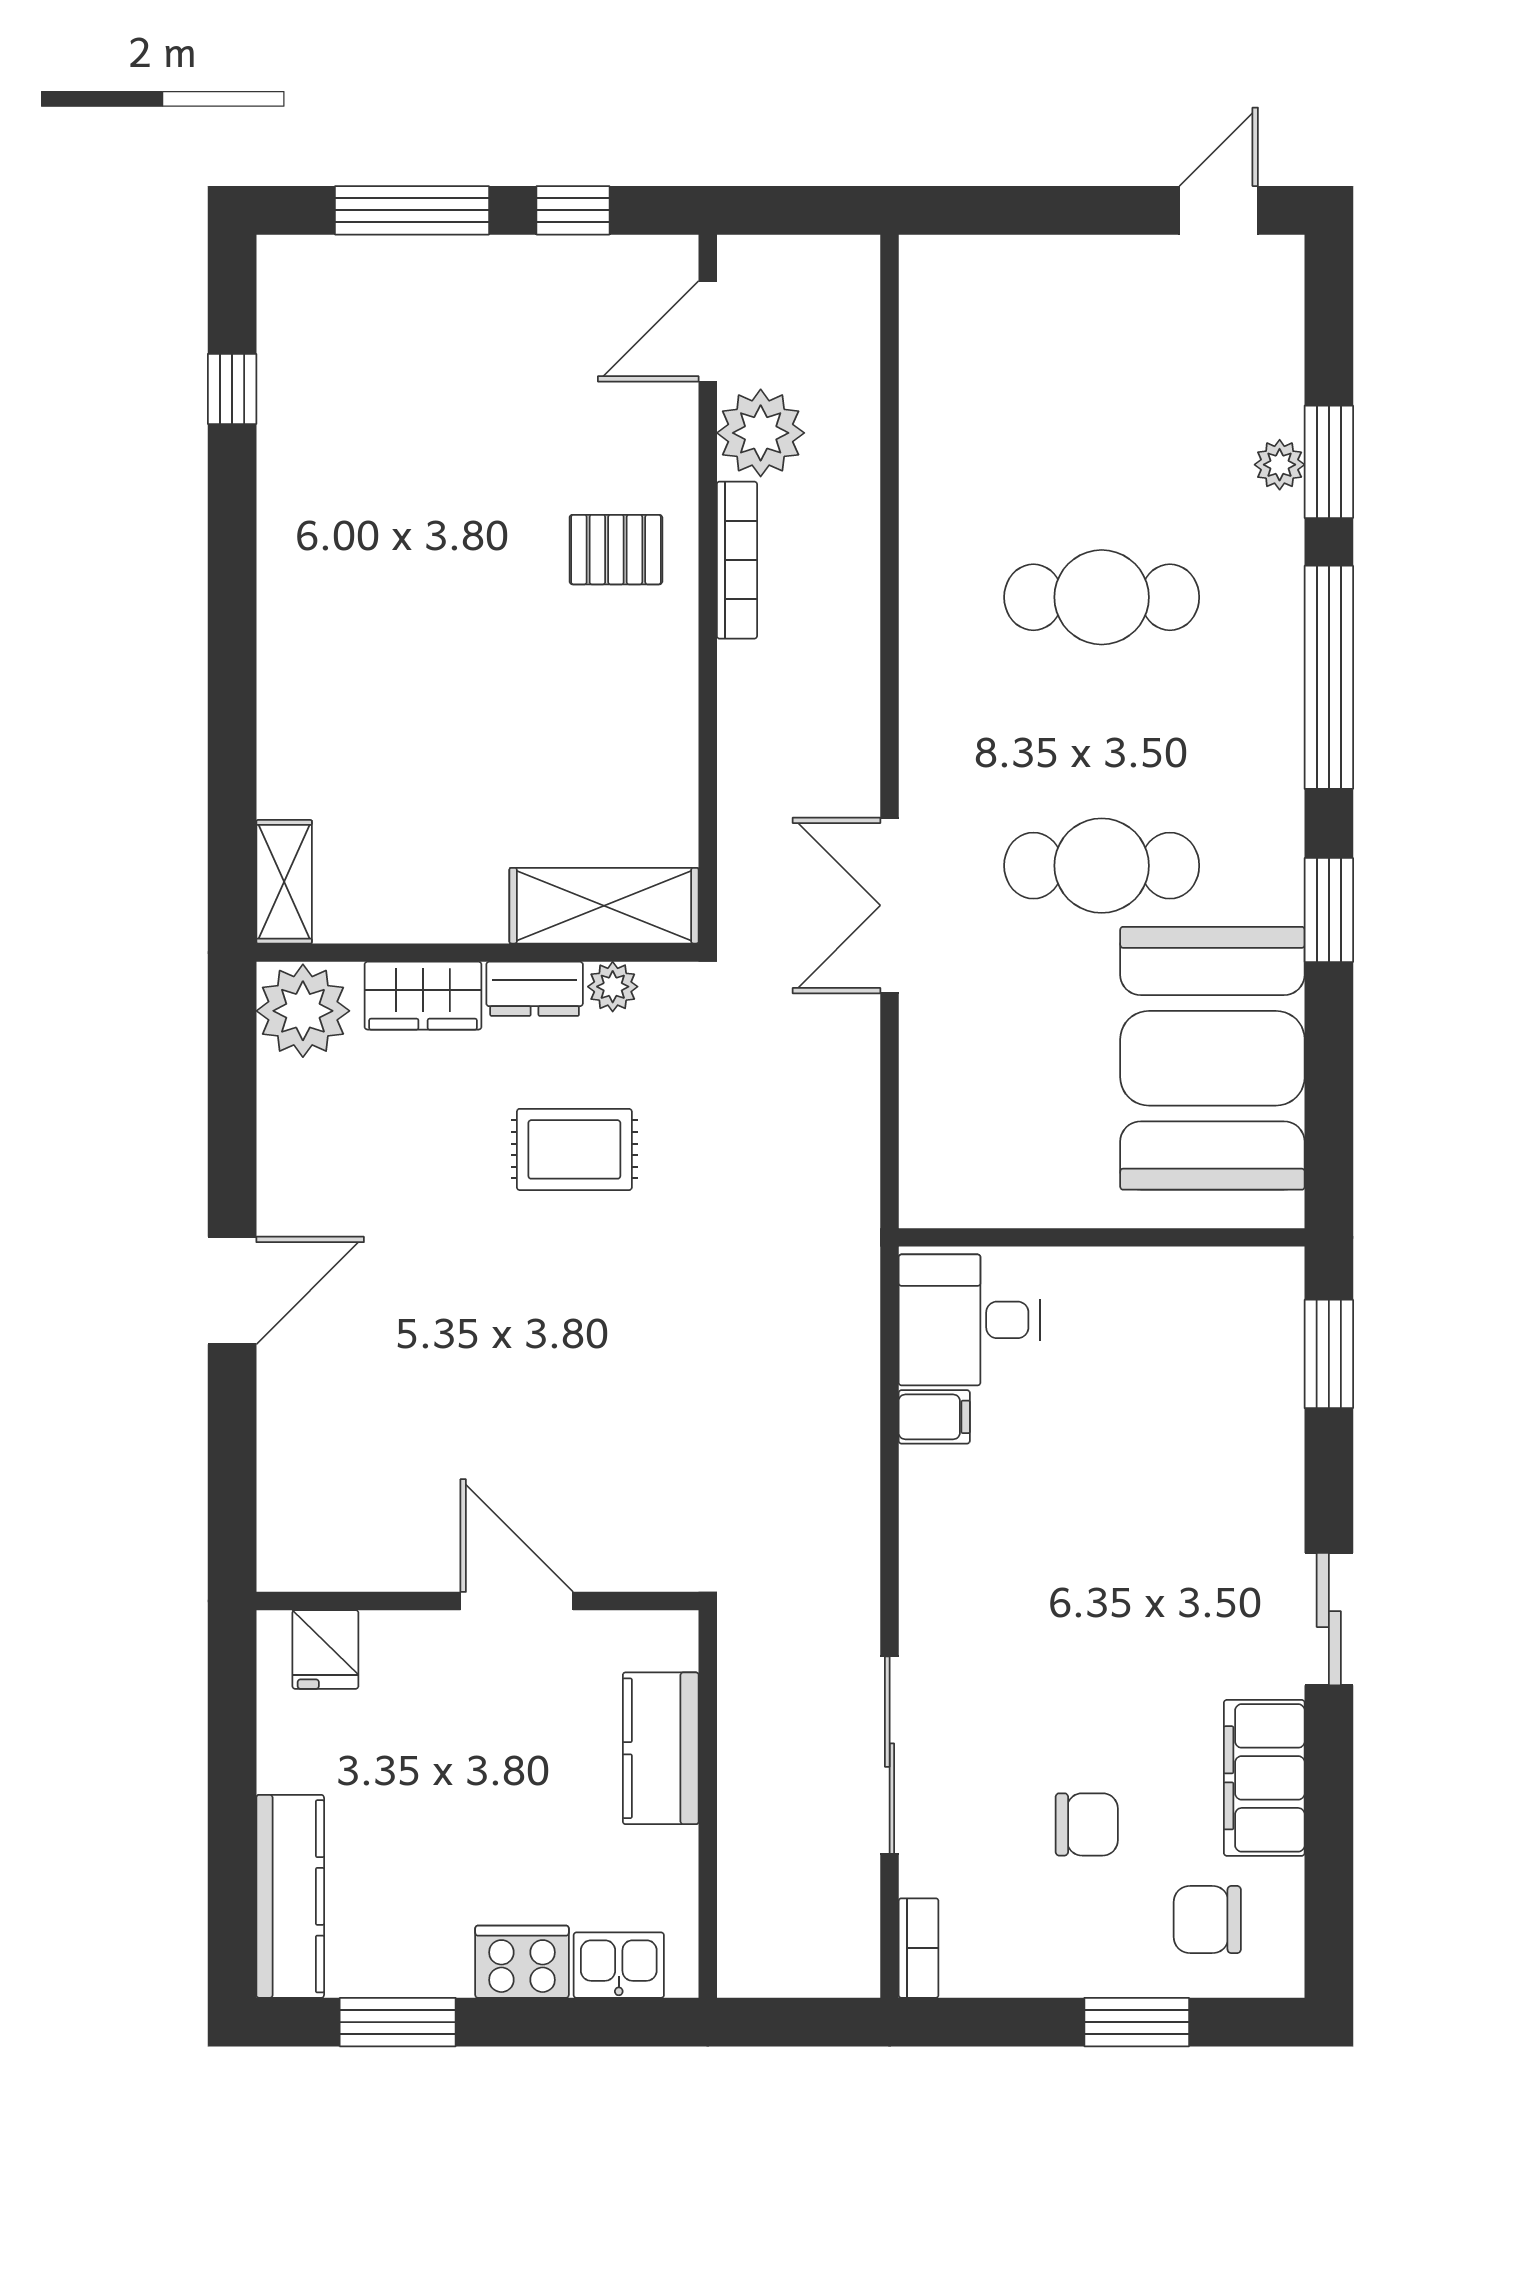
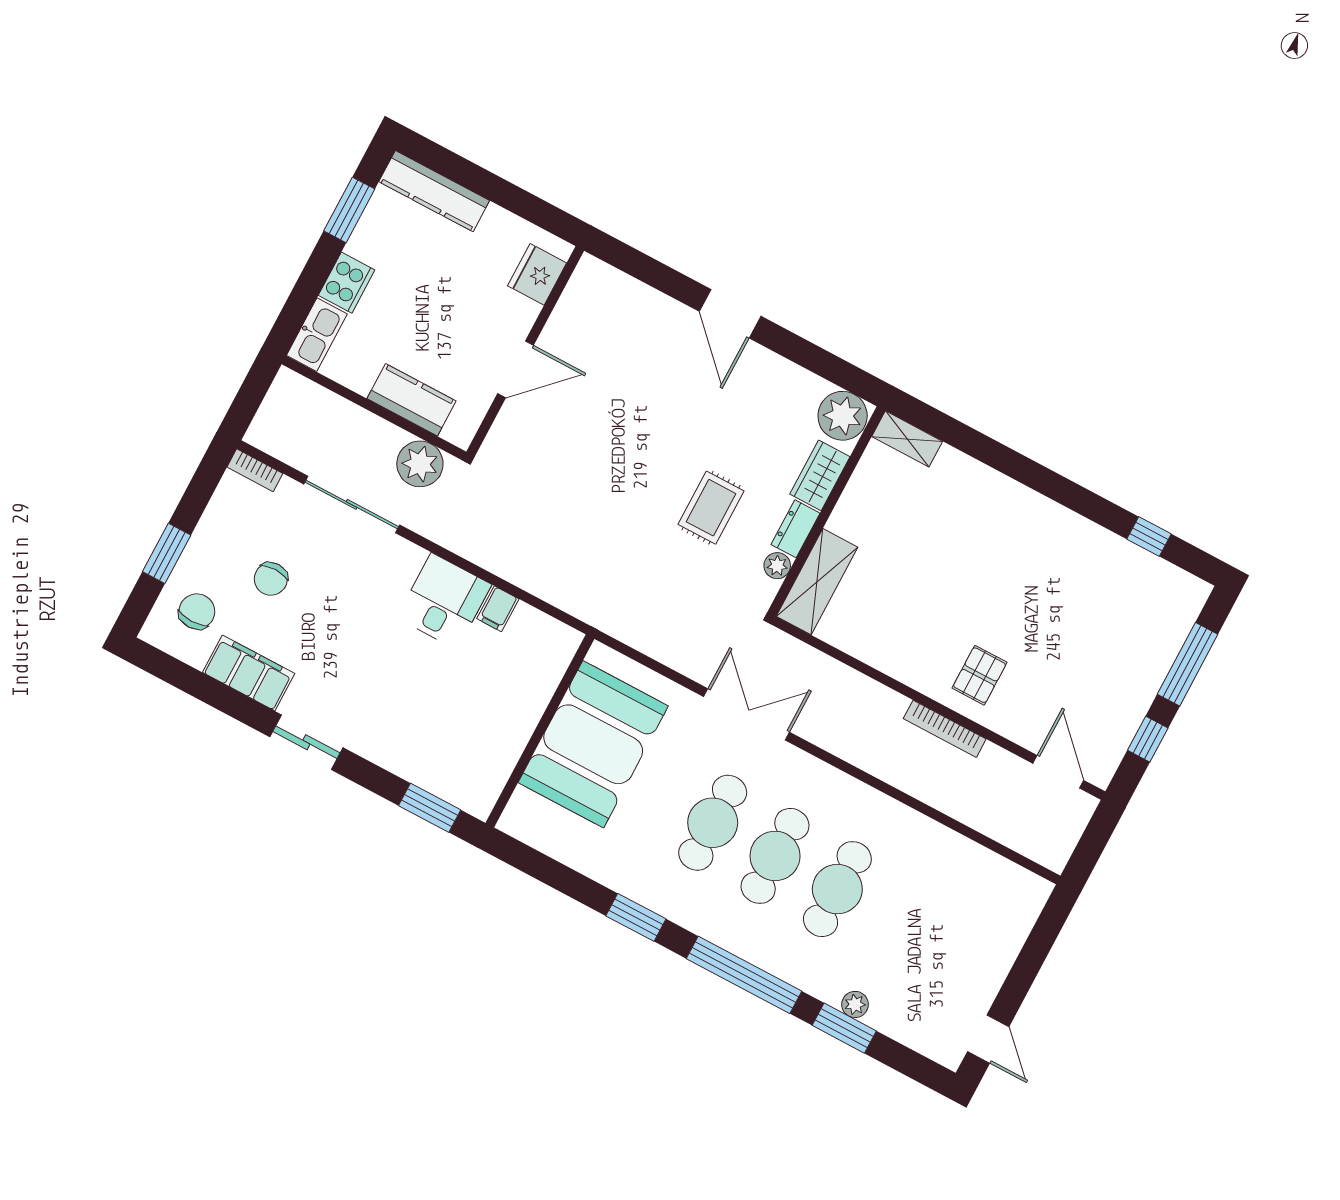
plant: (761, 433) -> (420, 464), moved
cafe table: (1102, 731) -> (775, 856), added
booth: (1212, 1058) -> (593, 744), moved, turned 90
desk: (969, 1320) -> (444, 601), moved
fridge: (325, 1649) -> (537, 274), width x1.38
kitchen sink: (619, 1965) -> (317, 335), width x1.38

